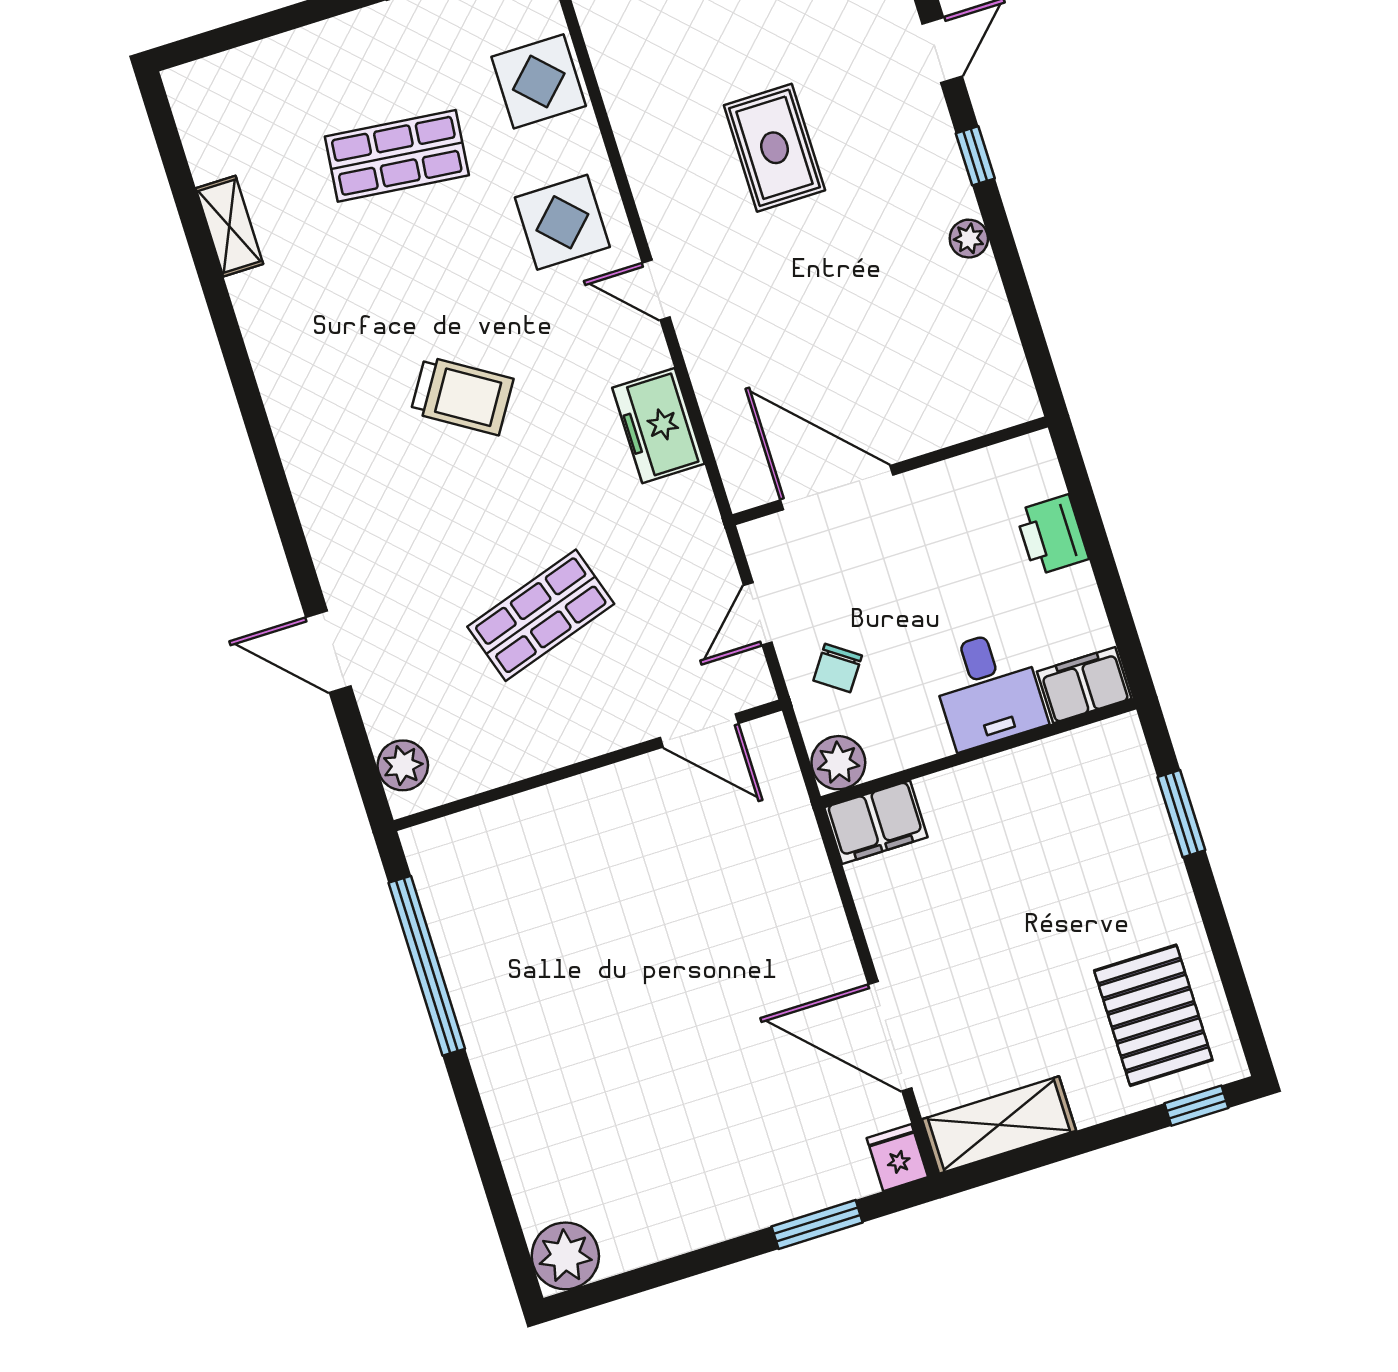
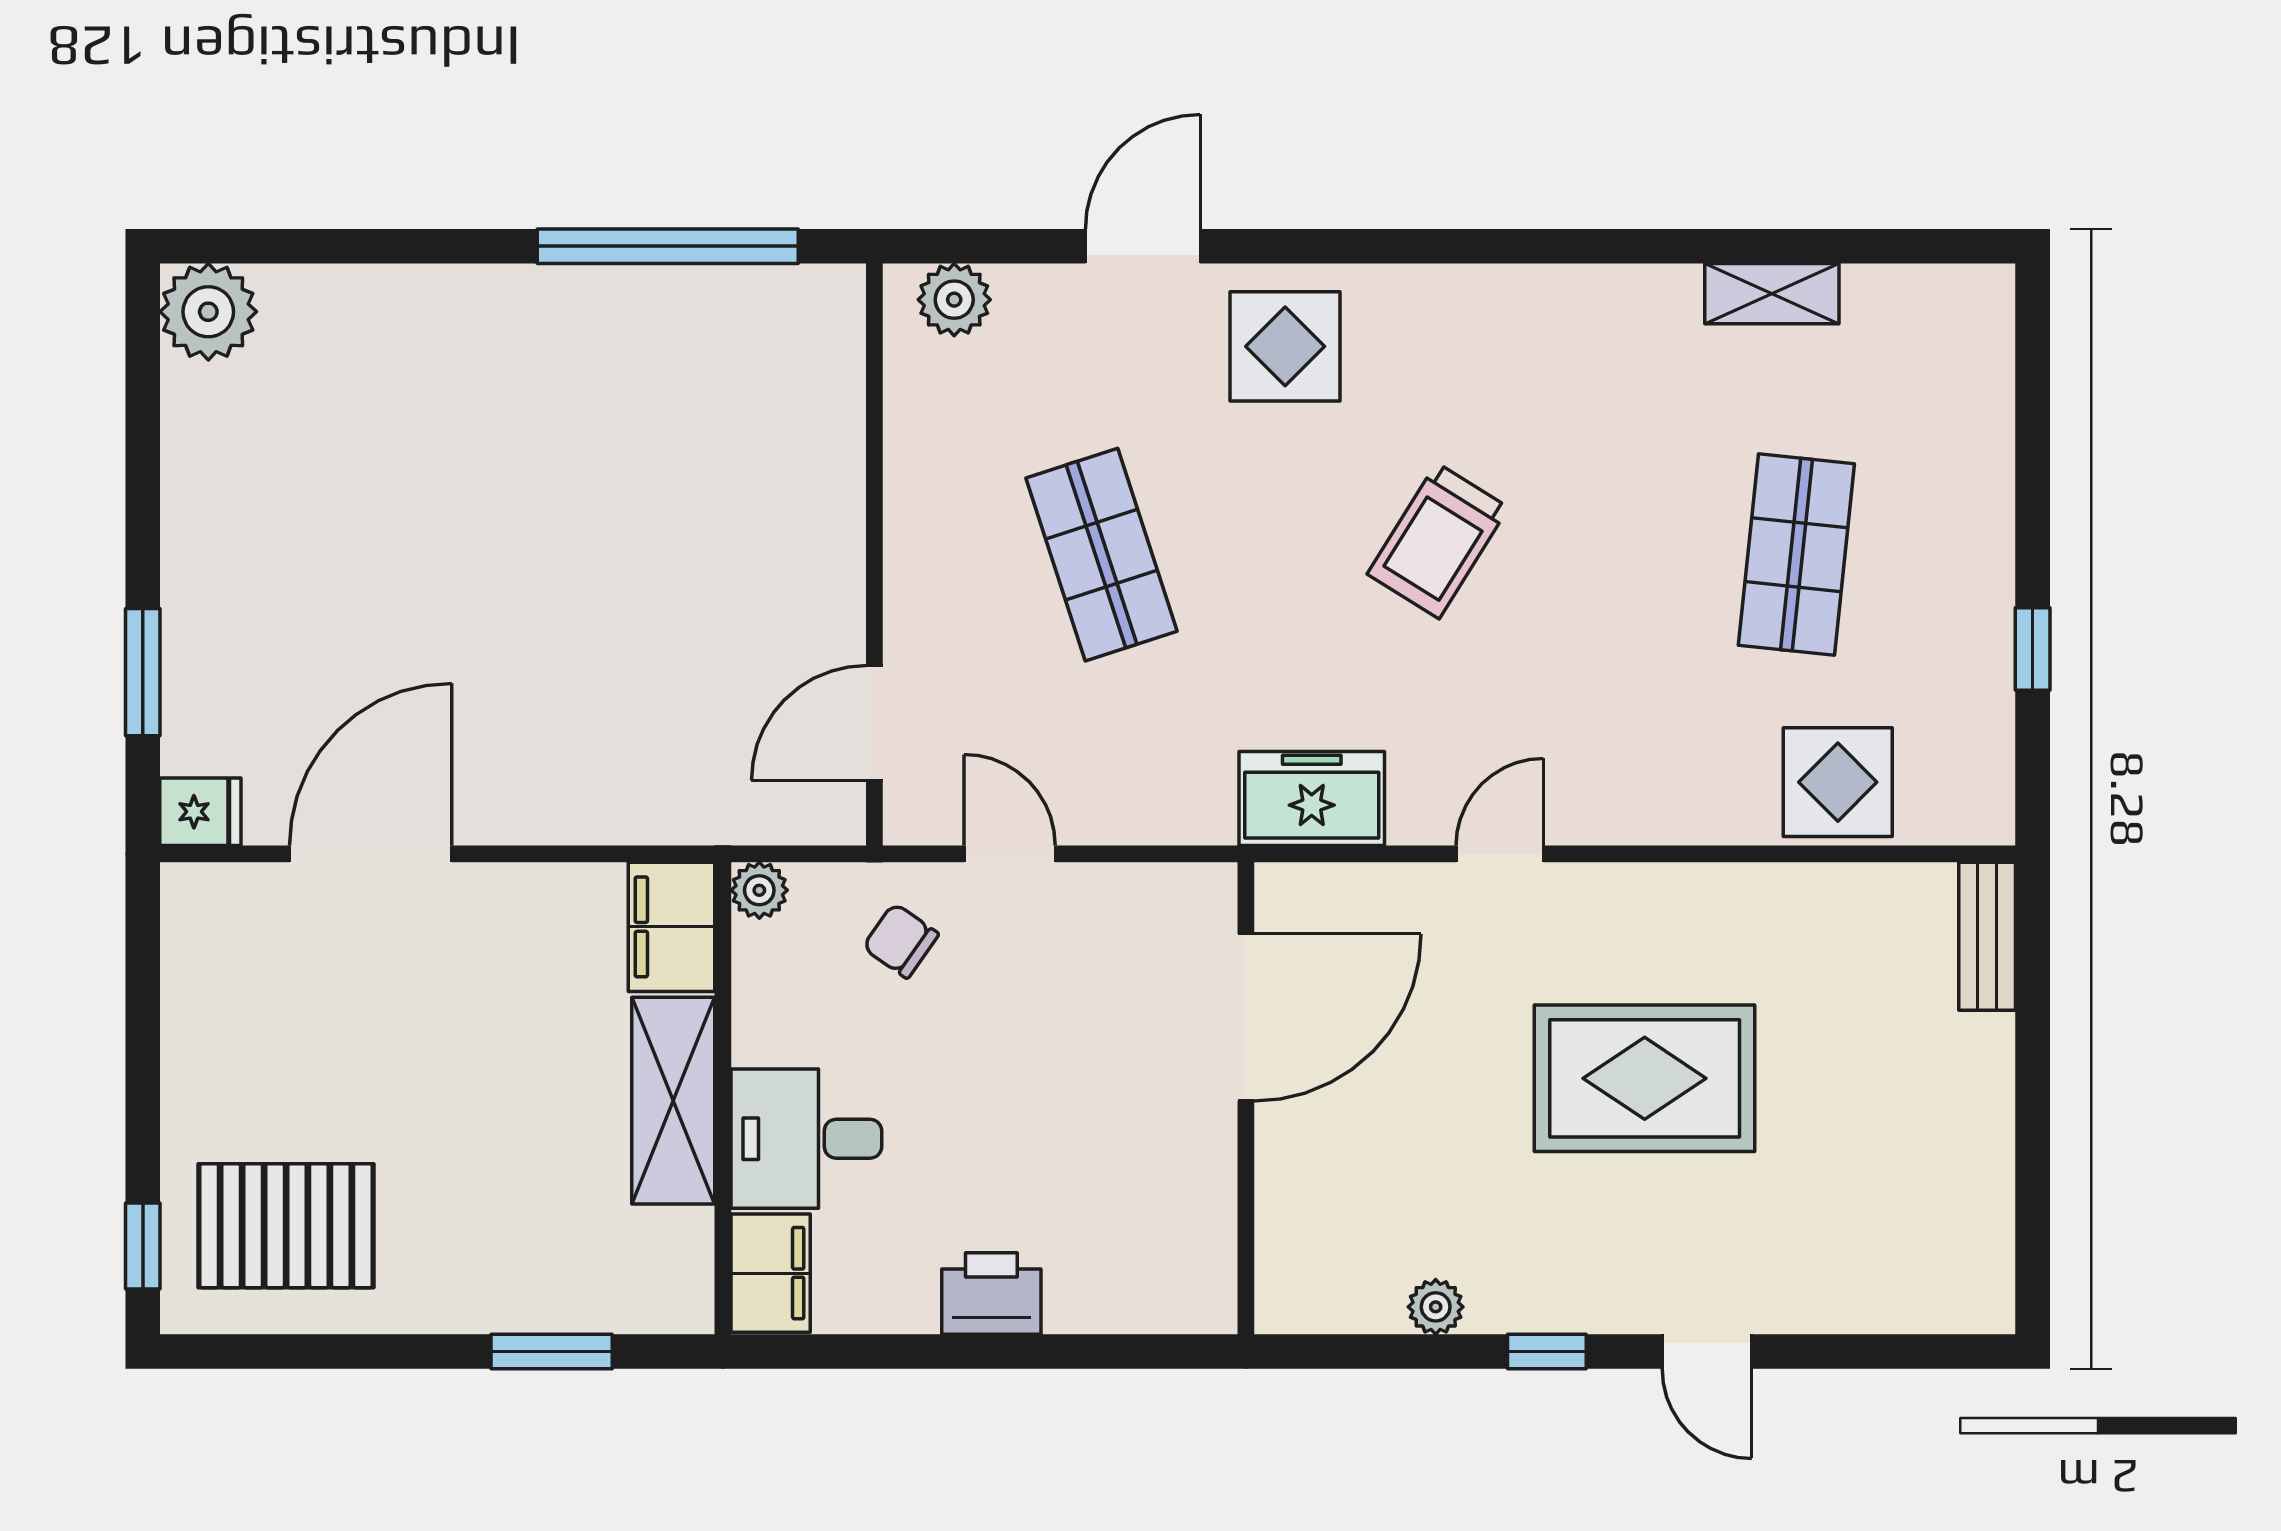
rug: (774, 148) -> (1645, 1078), width x1.36, depth x1.43
display table: (562, 222) -> (1285, 346), moved
wall: (890, 471) -> (1246, 1098), moved
door: (837, 488) -> (1246, 1017), moved
plant: (838, 763) -> (759, 890), width x0.73, depth x0.73
shelving: (999, 1125) -> (673, 1101), moved

